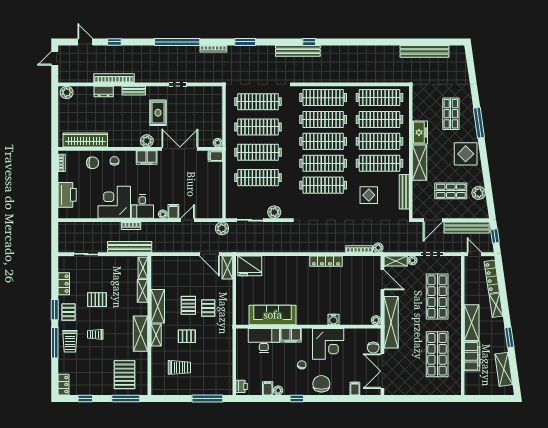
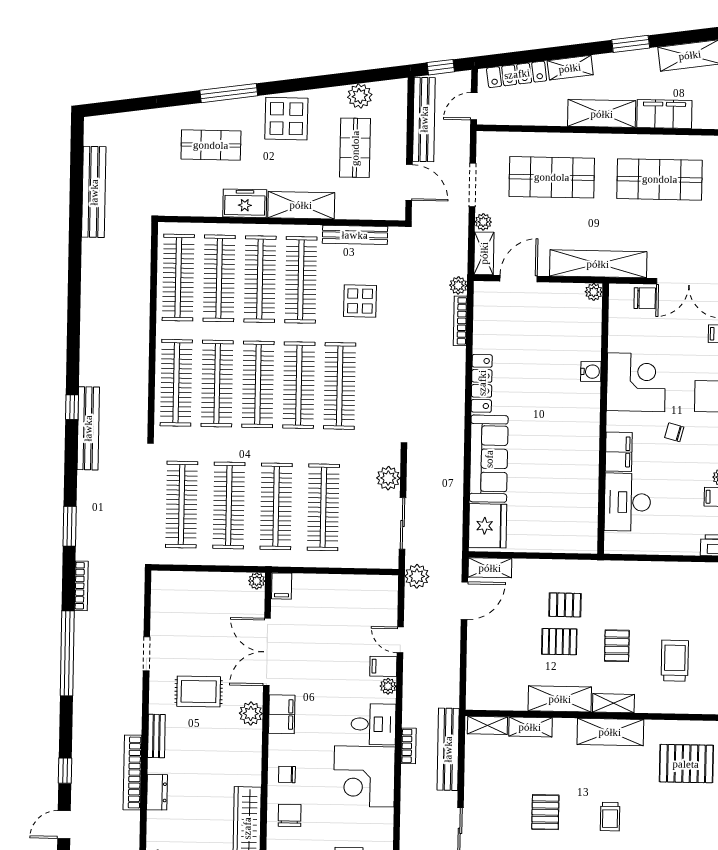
sofa: (273, 315) -> (489, 459), moved, turned 180

